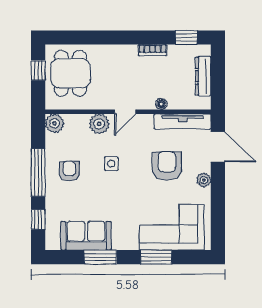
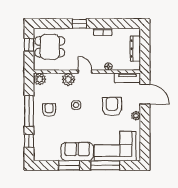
window: (186, 38) -> (79, 24), moved
dining table: (70, 73) -> (50, 47), turned 90
door: (125, 112) -> (85, 72), swing flipped
tv unit: (183, 122) -> (127, 78), width x0.71
sofa: (86, 236) -> (77, 152), moved
window: (156, 257) -> (105, 165), width x1.44

